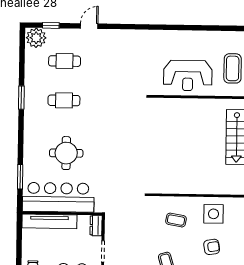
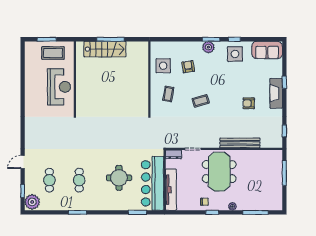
door: (89, 26) -> (23, 162), hinge flipped

